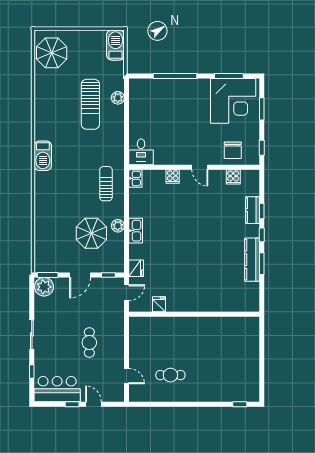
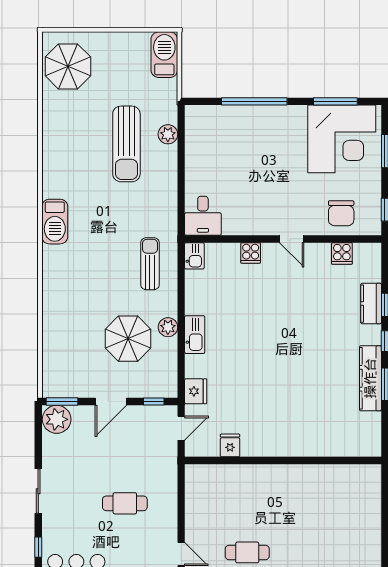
cafe table: (89, 342) -> (125, 503), turned 90

